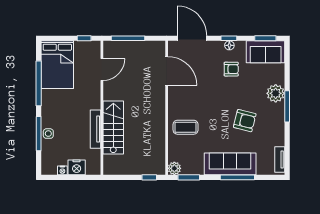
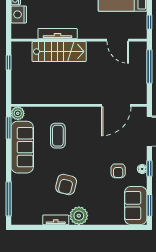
plant: (276, 93) -> (79, 216), moved
window: (287, 106) -> (80, 227), removed
coffee table: (186, 127) -> (58, 136), moved
tv unit: (280, 159) -> (56, 220), moved
sofa: (230, 164) -> (22, 147), moved
window: (149, 177) -> (9, 62), moved
window: (237, 177) -> (9, 199), moved

